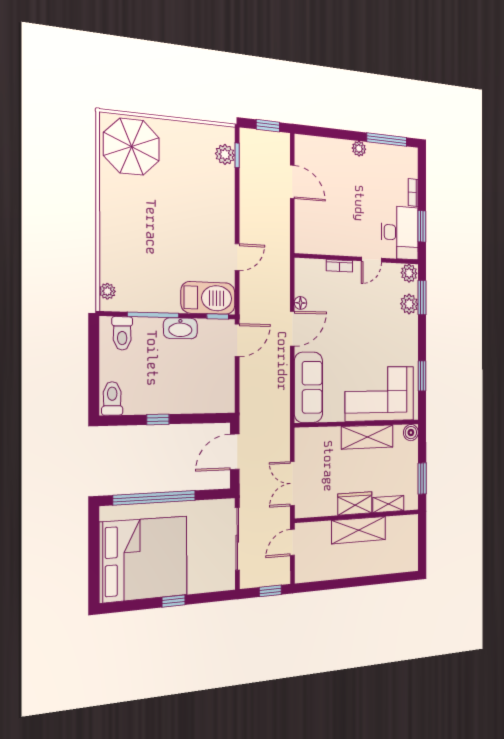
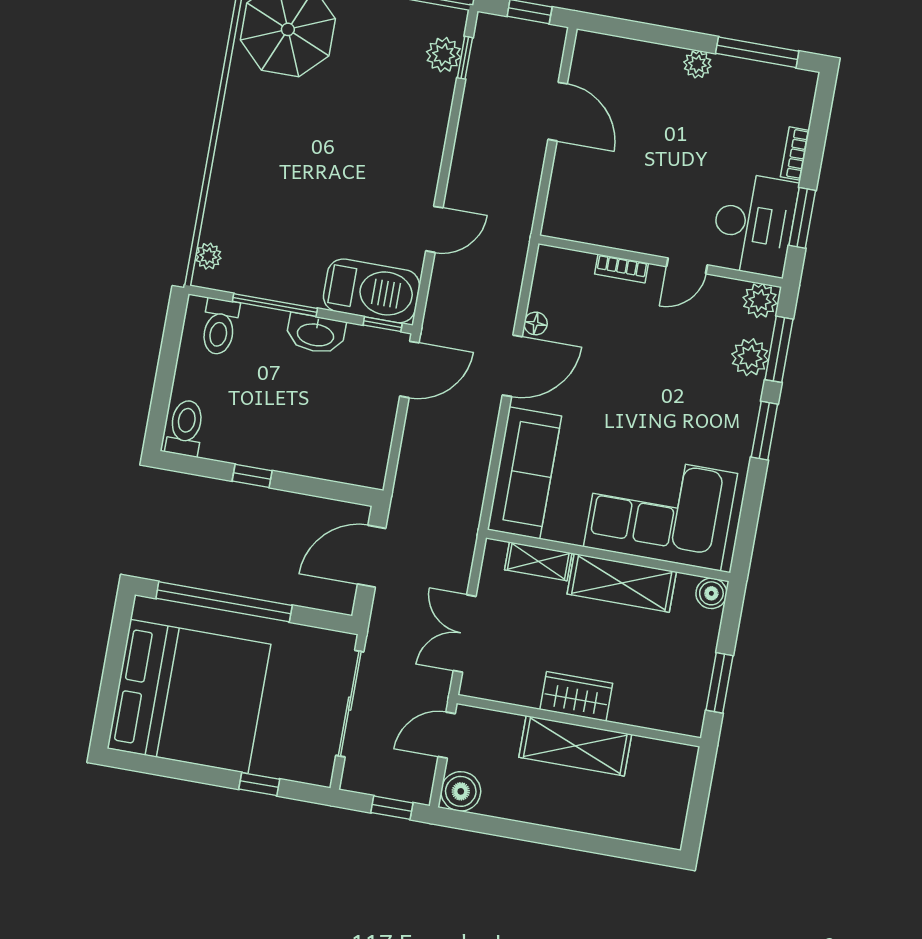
window: (422, 376) -> (764, 431), moved
shelving: (388, 504) -> (538, 561), moved
boiler: (305, 571) -> (461, 791), added
window: (174, 601) -> (259, 784), moved

